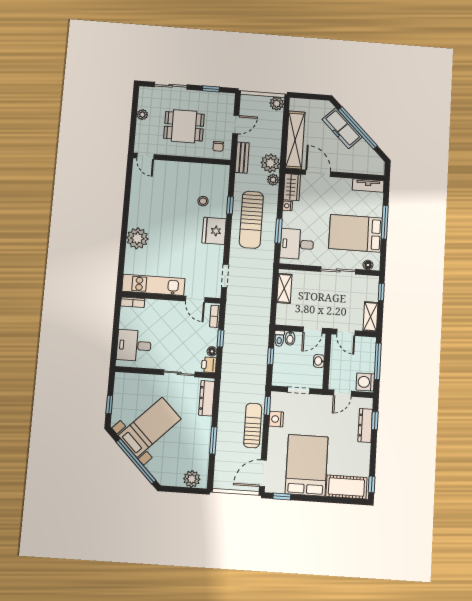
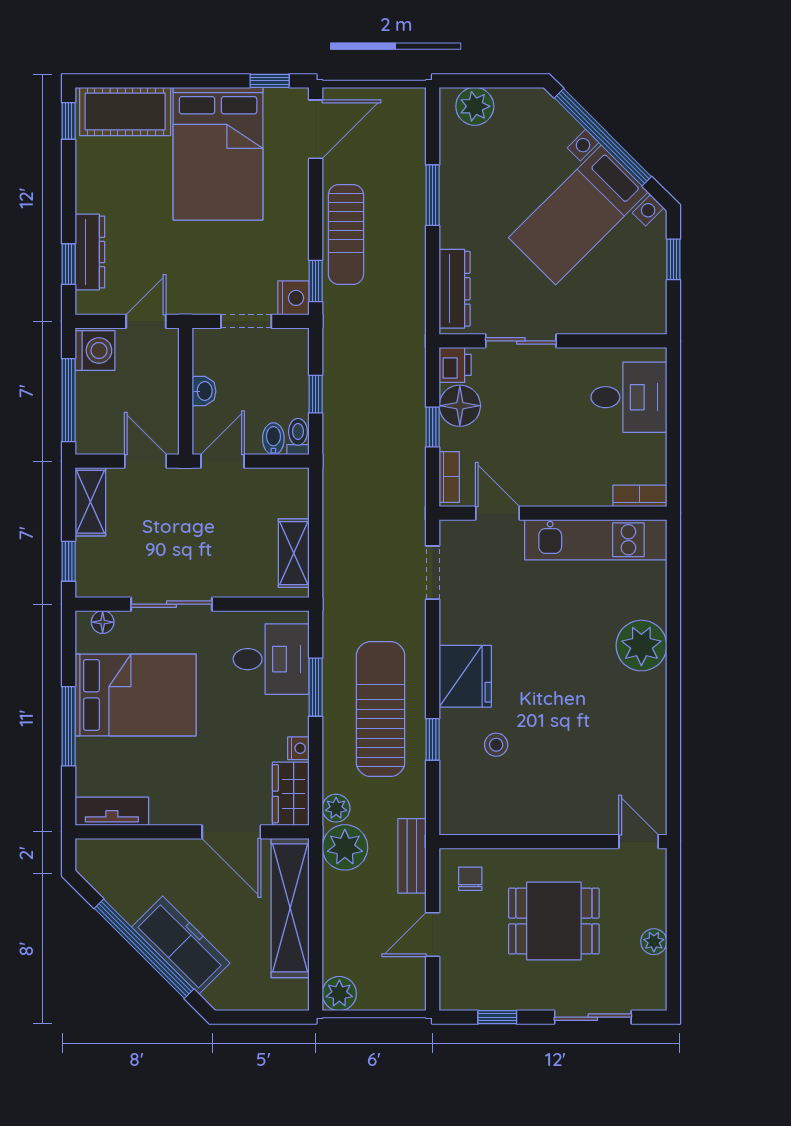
floor lamp: (212, 351) -> (460, 406), width x1.89, depth x1.89
nightstand: (276, 419) -> (293, 298), moved

